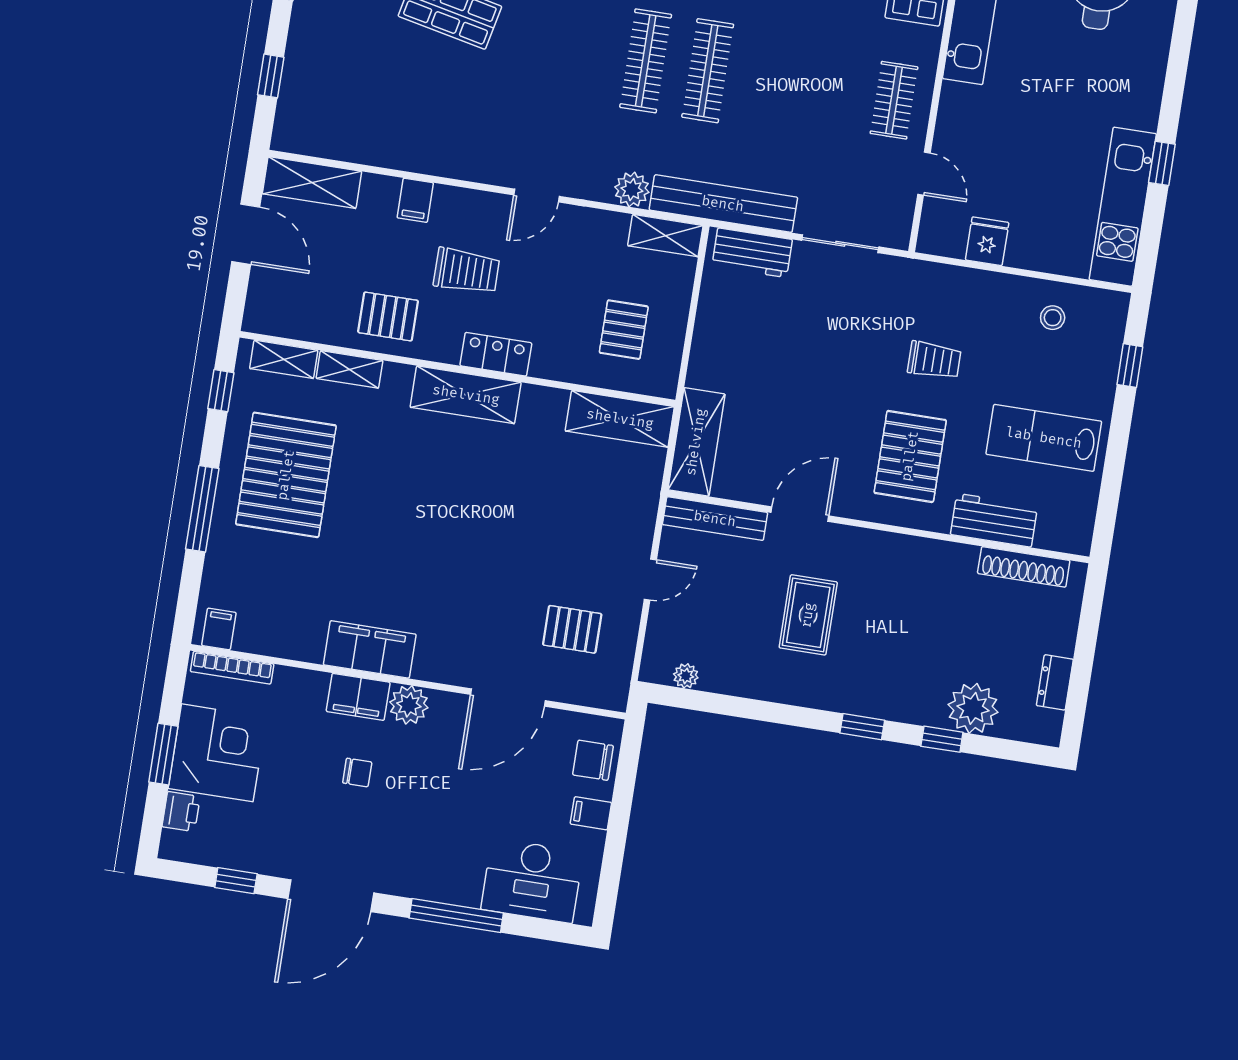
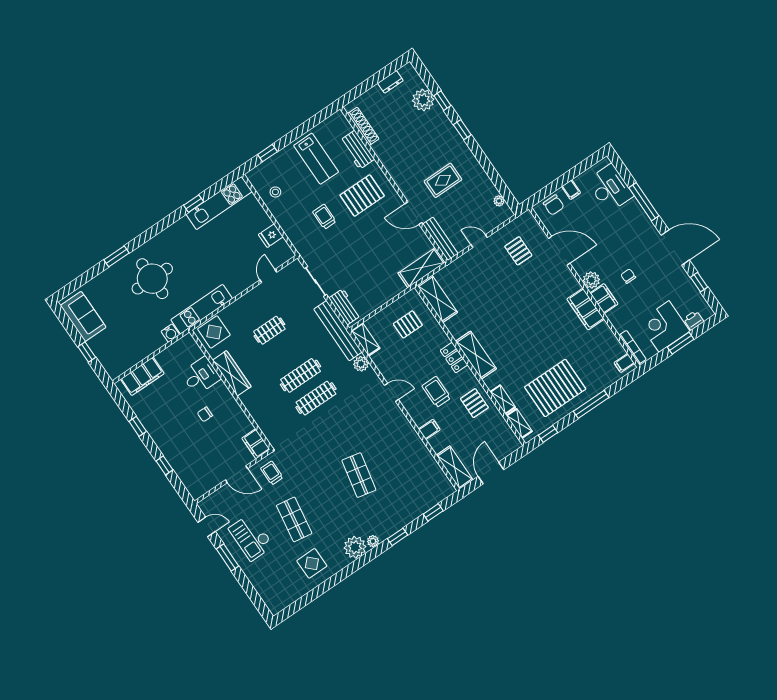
clothes rail: (894, 100) -> (269, 330), moved

